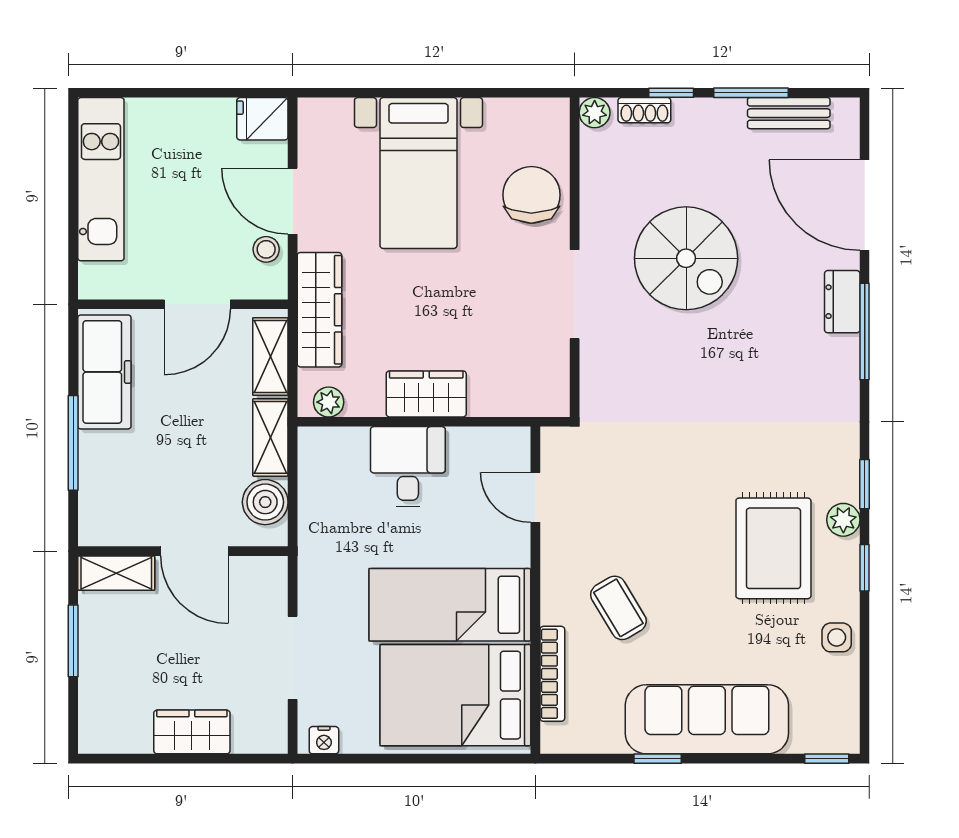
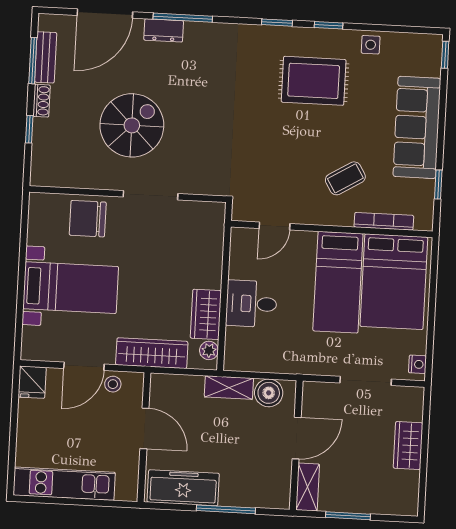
window: (751, 93) -> (33, 61), moved
shoe rack: (644, 110) -> (42, 101), moved
plant: (595, 113) -> (39, 177), removed
shelving: (270, 357) -> (179, 385), removed
wardrobe: (426, 394) -> (206, 314), moved
plant: (843, 520) -> (298, 37), removed
window: (658, 759) -> (438, 184), moved

